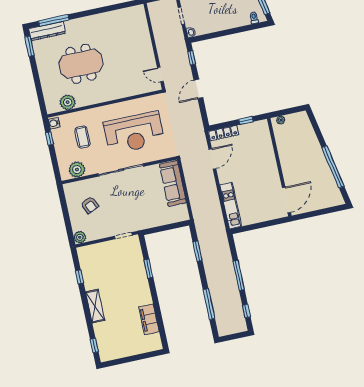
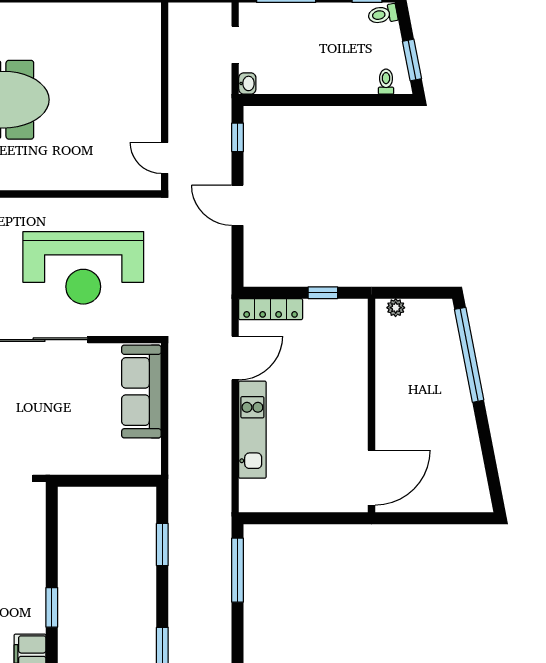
door: (198, 89) -> (238, 205), hinge flipped
window: (333, 167) -> (469, 355), moved
kitchen unit: (231, 206) -> (252, 430), moved
window: (148, 269) -> (52, 607), moved
window: (239, 275) -> (238, 570), moved

